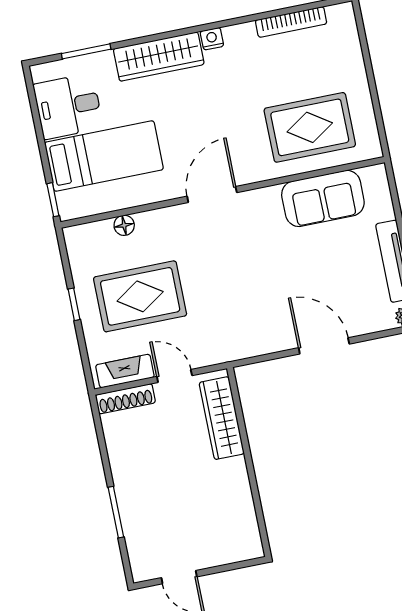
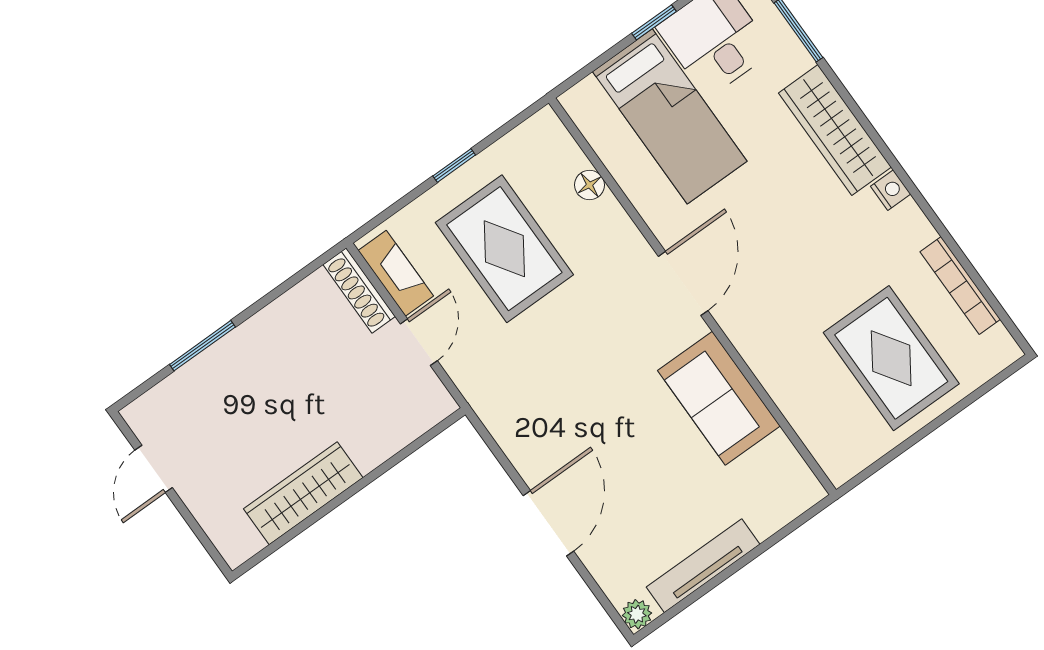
rug: (310, 127) -> (891, 358), moved
door: (212, 194) -> (683, 283), hinge flipped
sofa: (323, 198) -> (719, 398), moved
window: (53, 200) -> (654, 22), moved
wardrobe: (222, 418) -> (303, 493), moved

